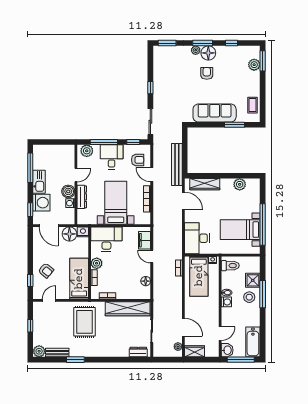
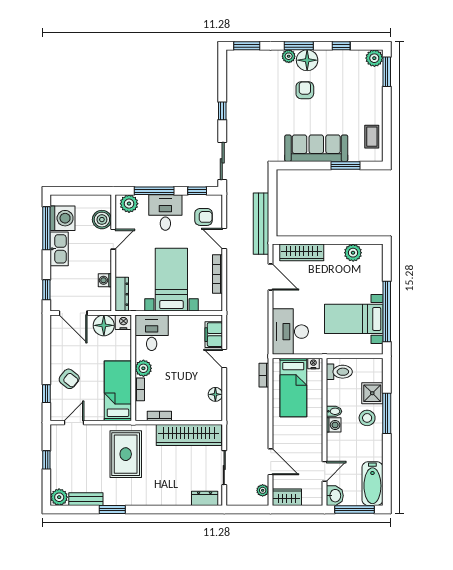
plant: (254, 65) -> (374, 58), moved
boiler: (68, 191) -> (102, 220), moved
dresser: (82, 197) -> (122, 294), moved
washing machine: (41, 203) -> (63, 218), moved
desk: (106, 239) -> (152, 333), width x0.73

